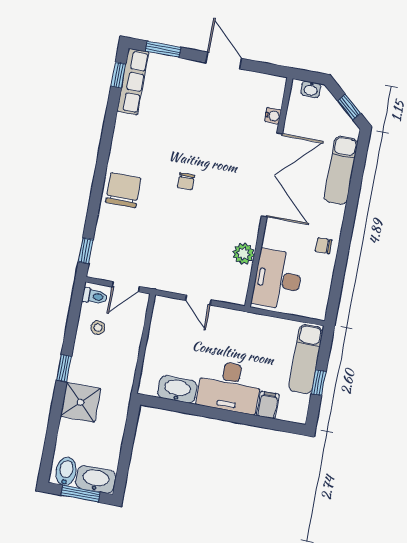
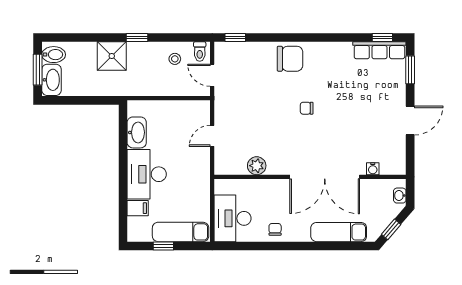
desk: (278, 279) -> (233, 218), moved, turned -90

